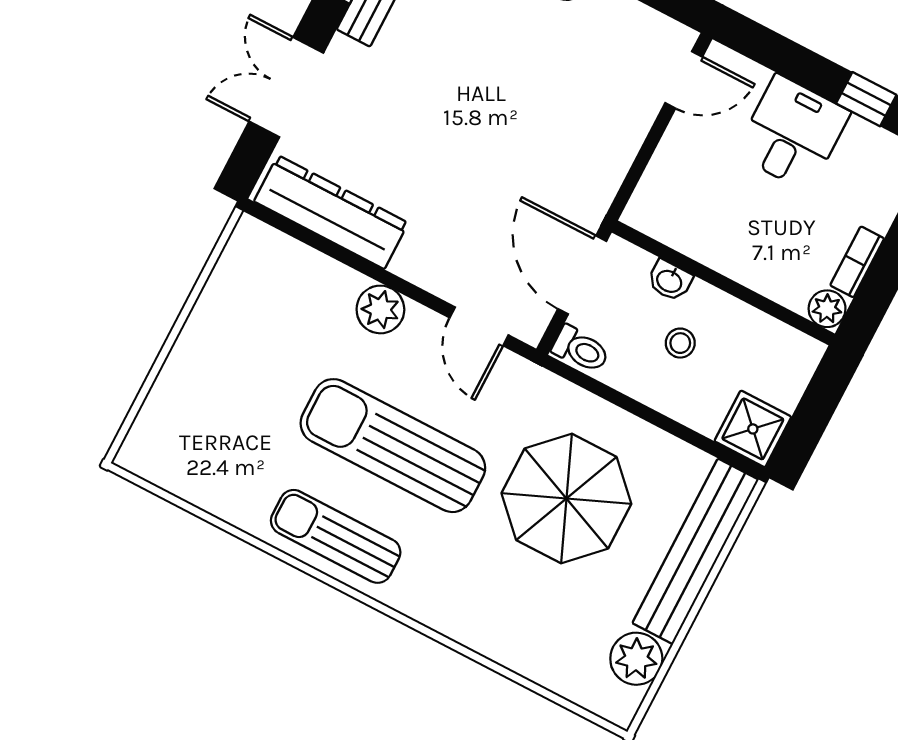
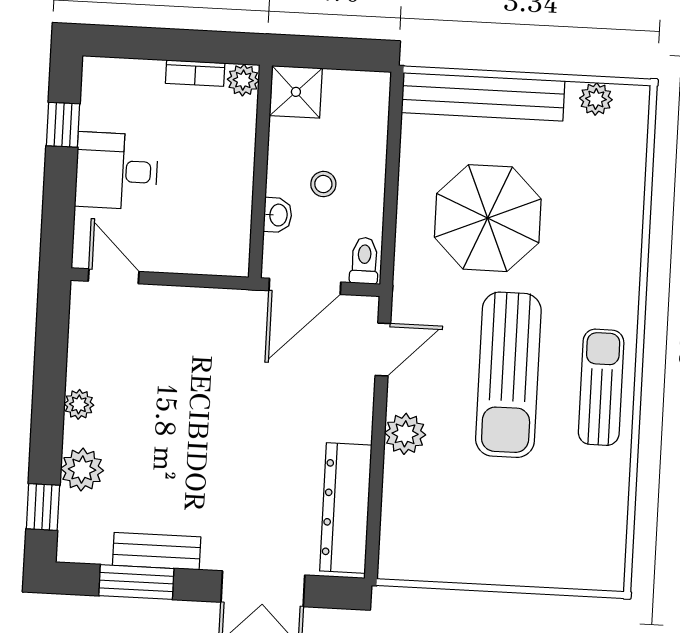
shower: (753, 429) -> (296, 92), moved
sun lounger: (336, 536) -> (601, 387), turned 180
plant: (636, 659) -> (596, 99), width x0.73, depth x0.73

